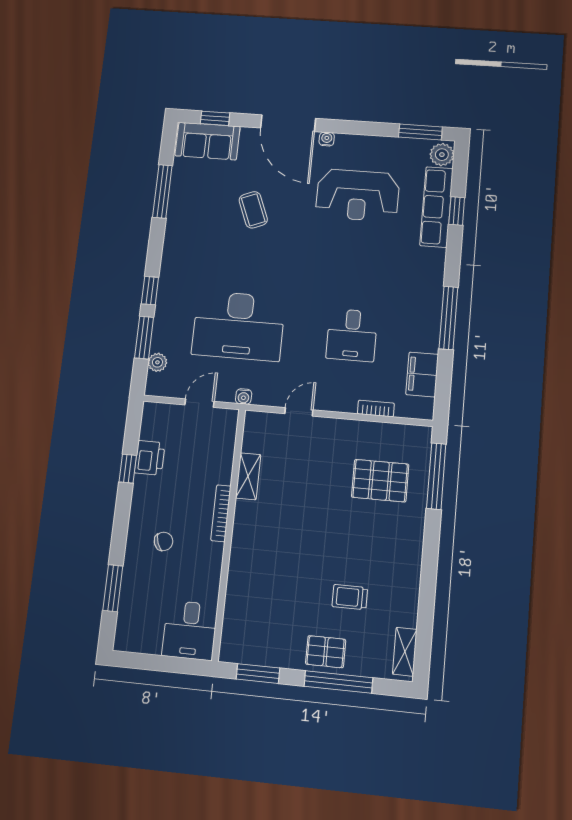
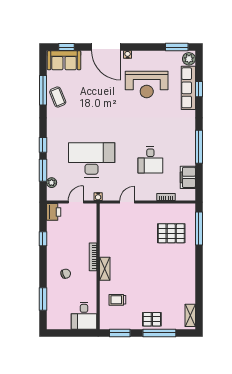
coffee table: (253, 210) -> (58, 97), moved
desk: (239, 326) -> (92, 160), turned 180
printer: (150, 458) -> (54, 212), moved
shelving: (248, 476) -> (105, 269), moved
trolley: (350, 597) -> (117, 300), moved

